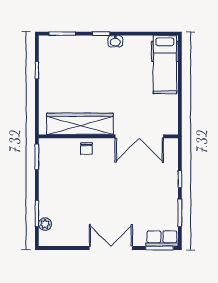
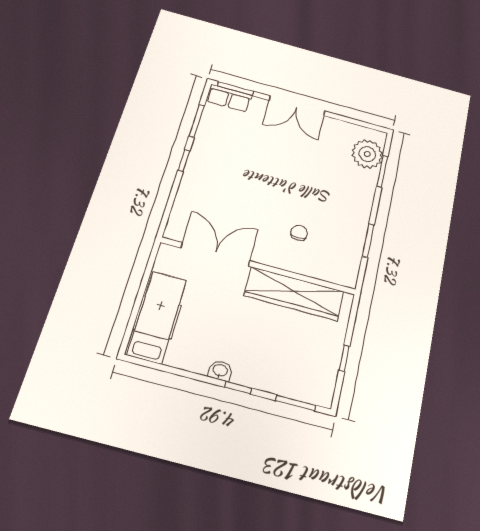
wardrobe: (80, 124) -> (294, 294), moved
wall: (108, 136) -> (258, 266), moved
double door: (139, 136) -> (215, 254), moved
plant: (45, 224) -> (367, 154), width x1.88, depth x1.88

